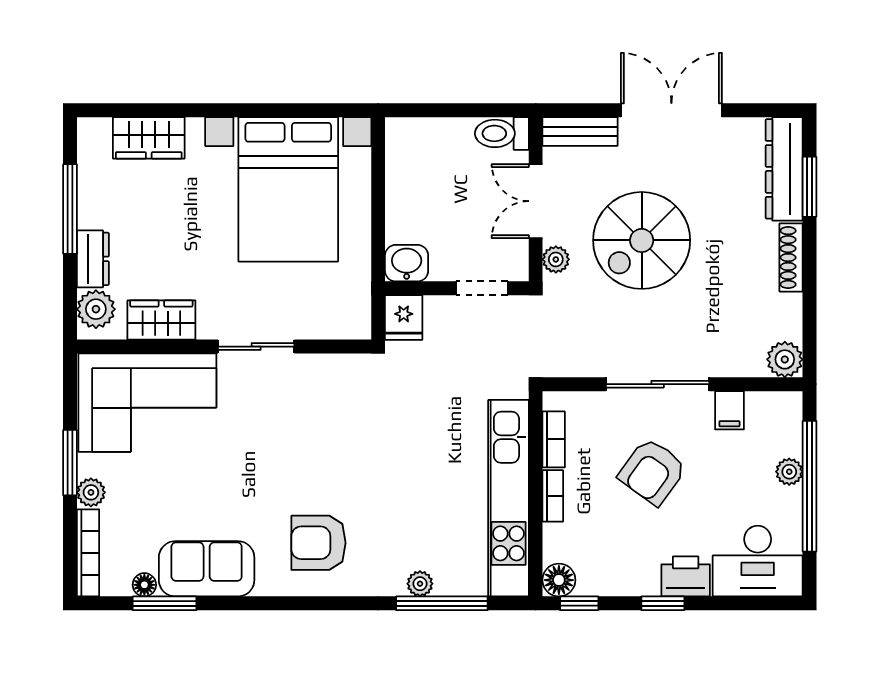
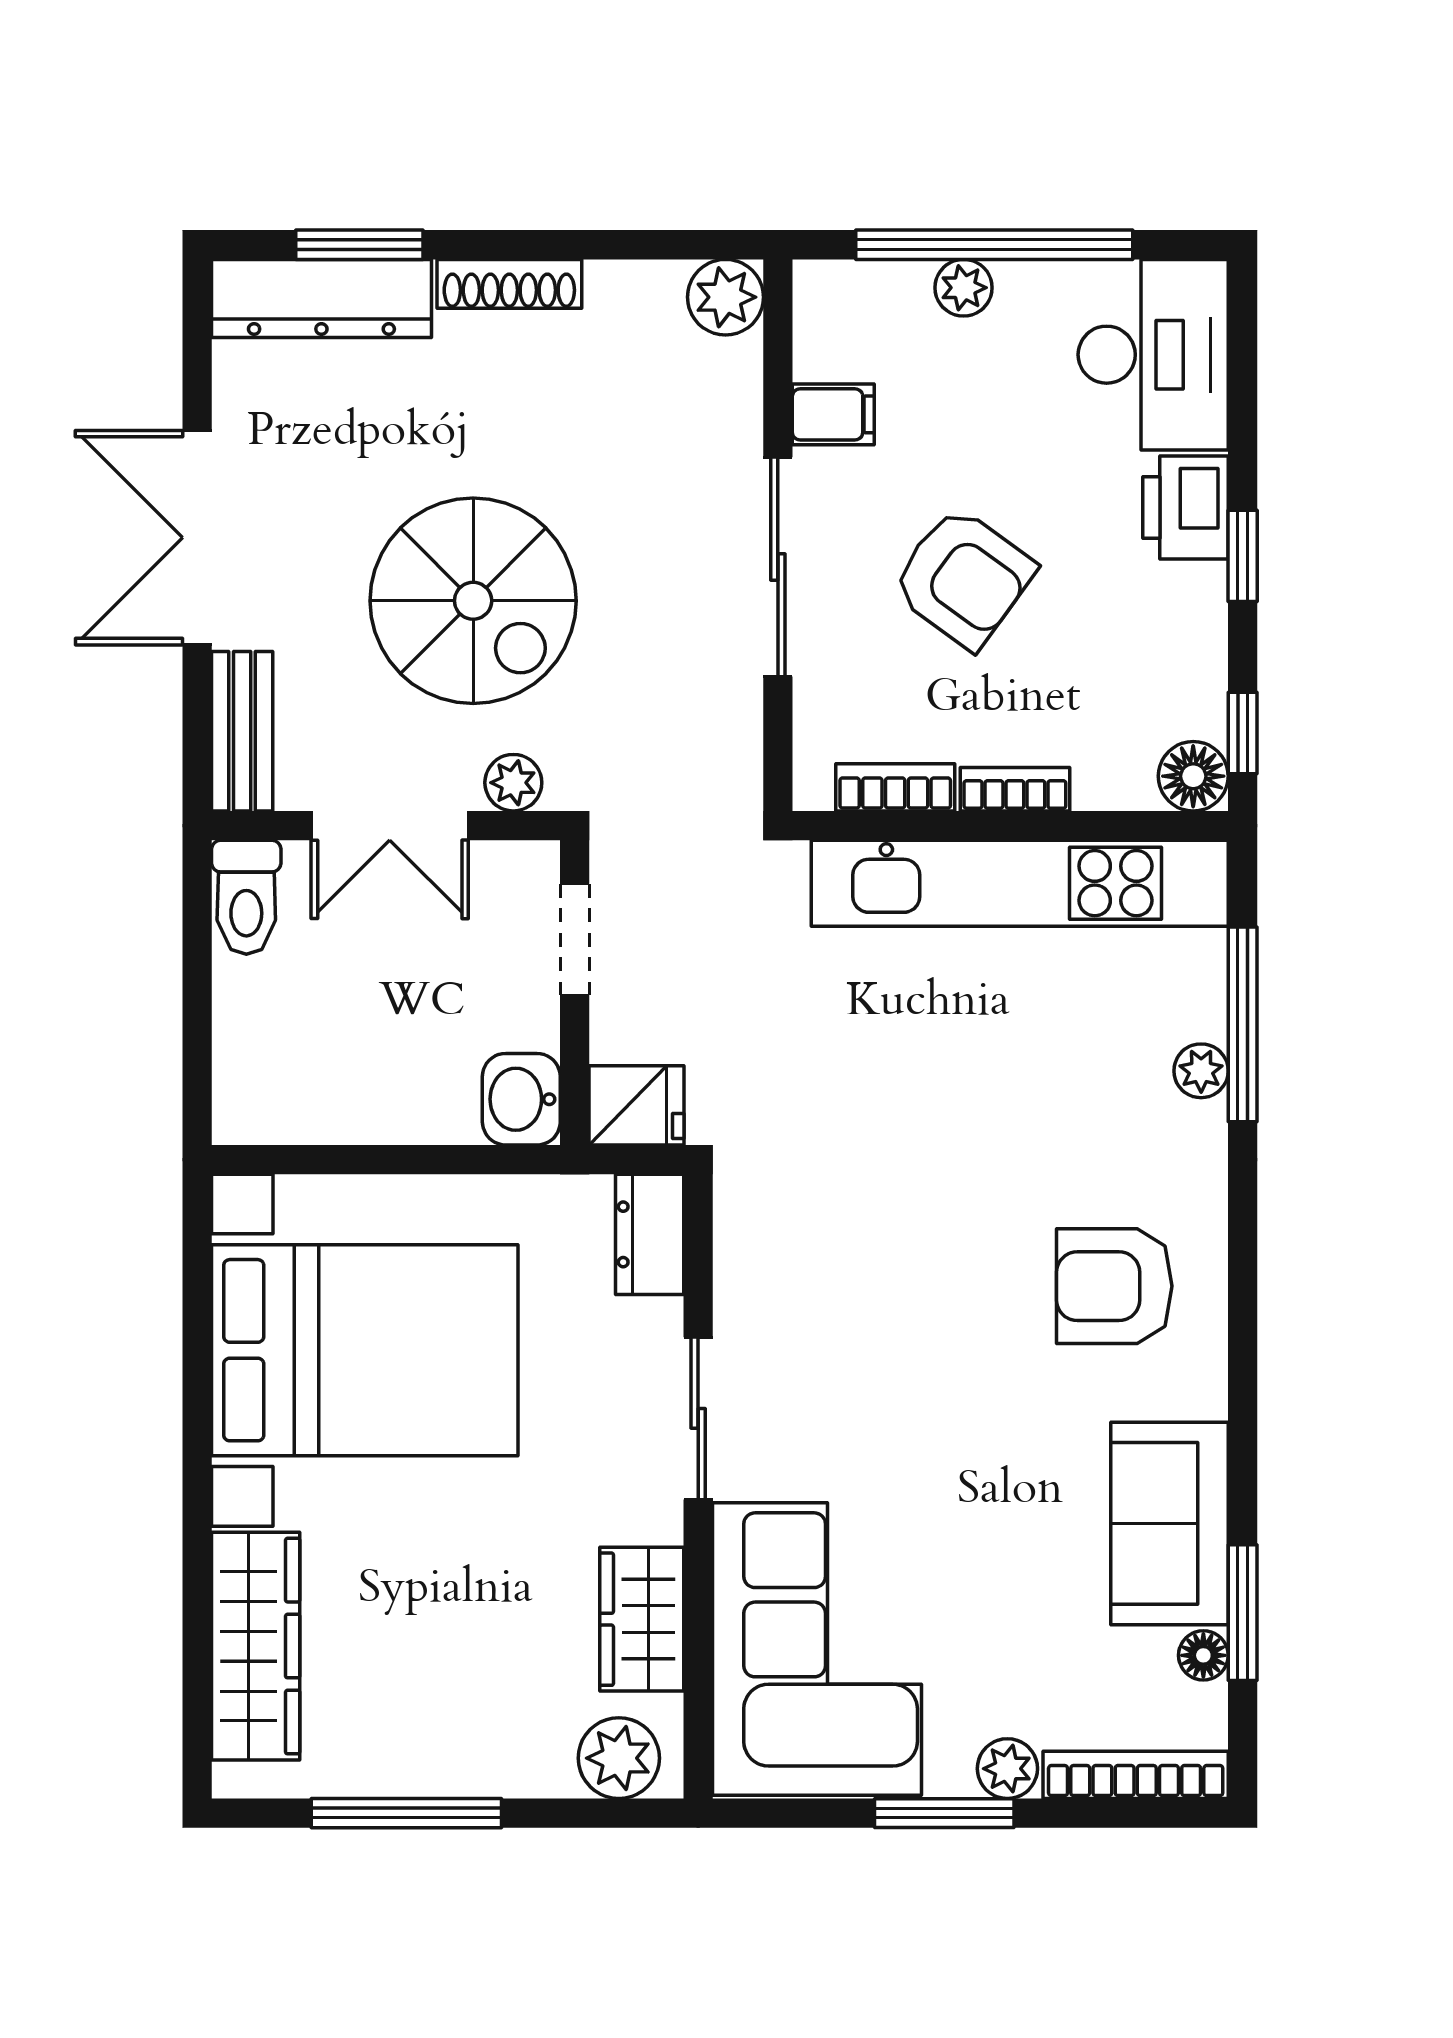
wardrobe: (149, 138) -> (256, 1646), width x1.50
dresser: (93, 259) -> (650, 1234), moved, turned -90
armchair: (318, 543) -> (1114, 1286), turned 90

